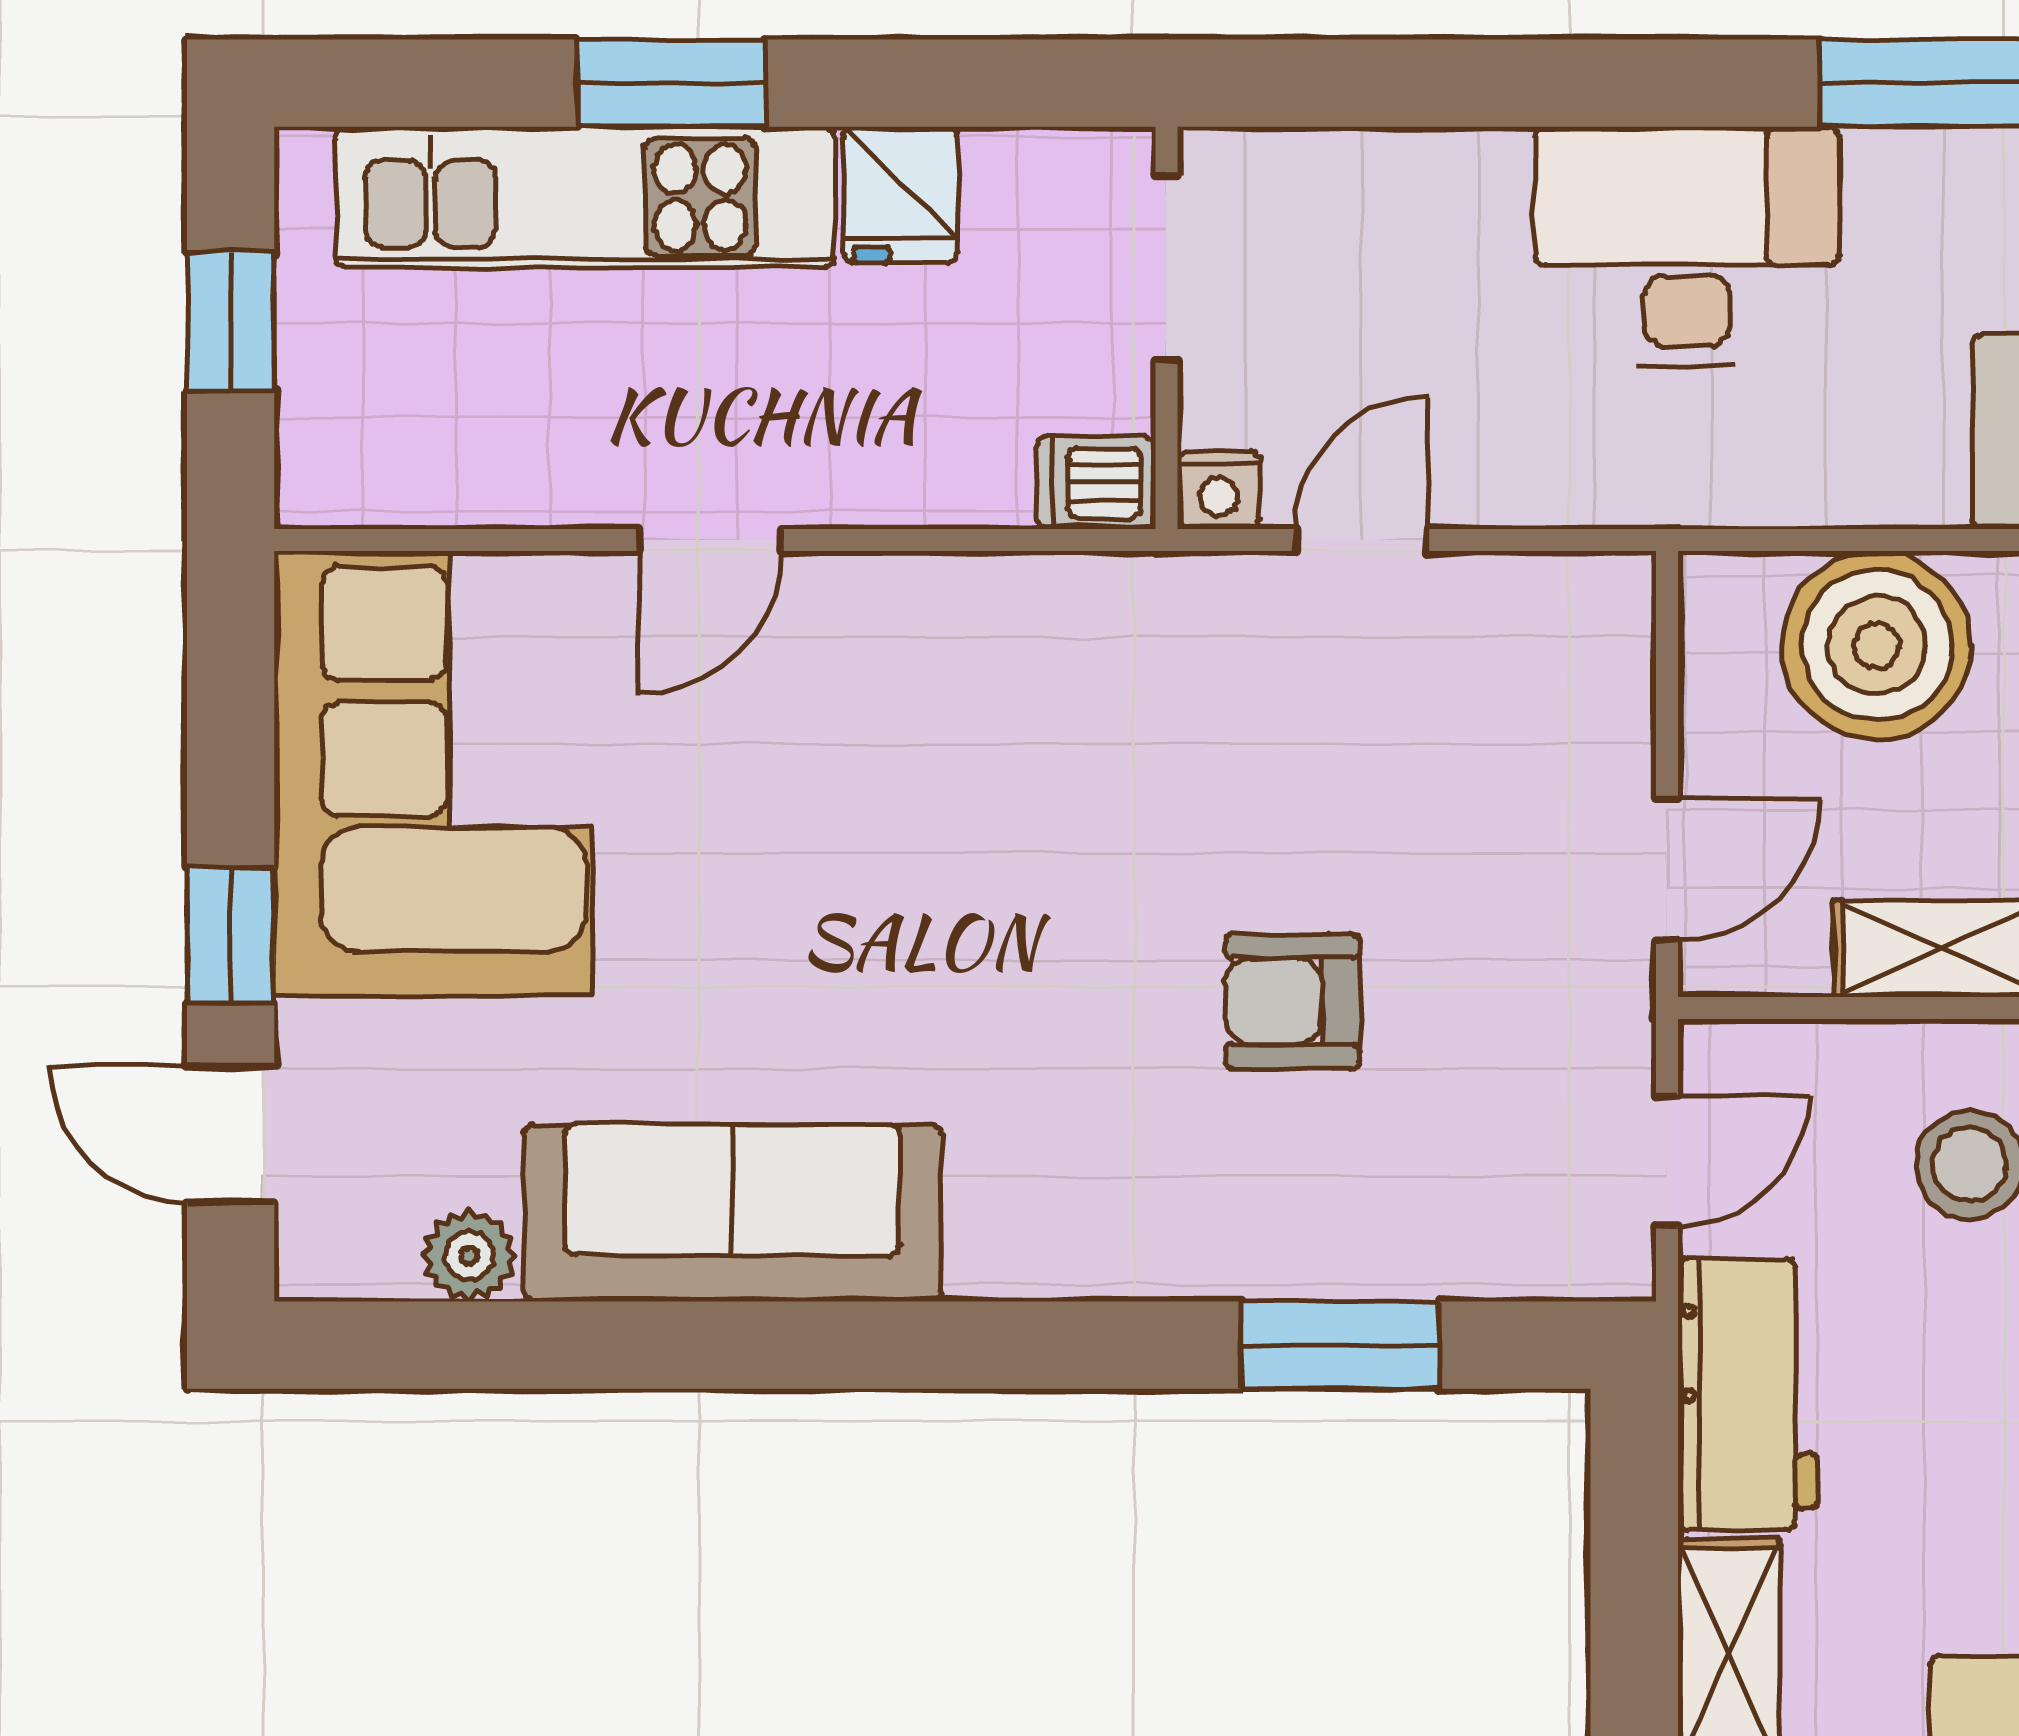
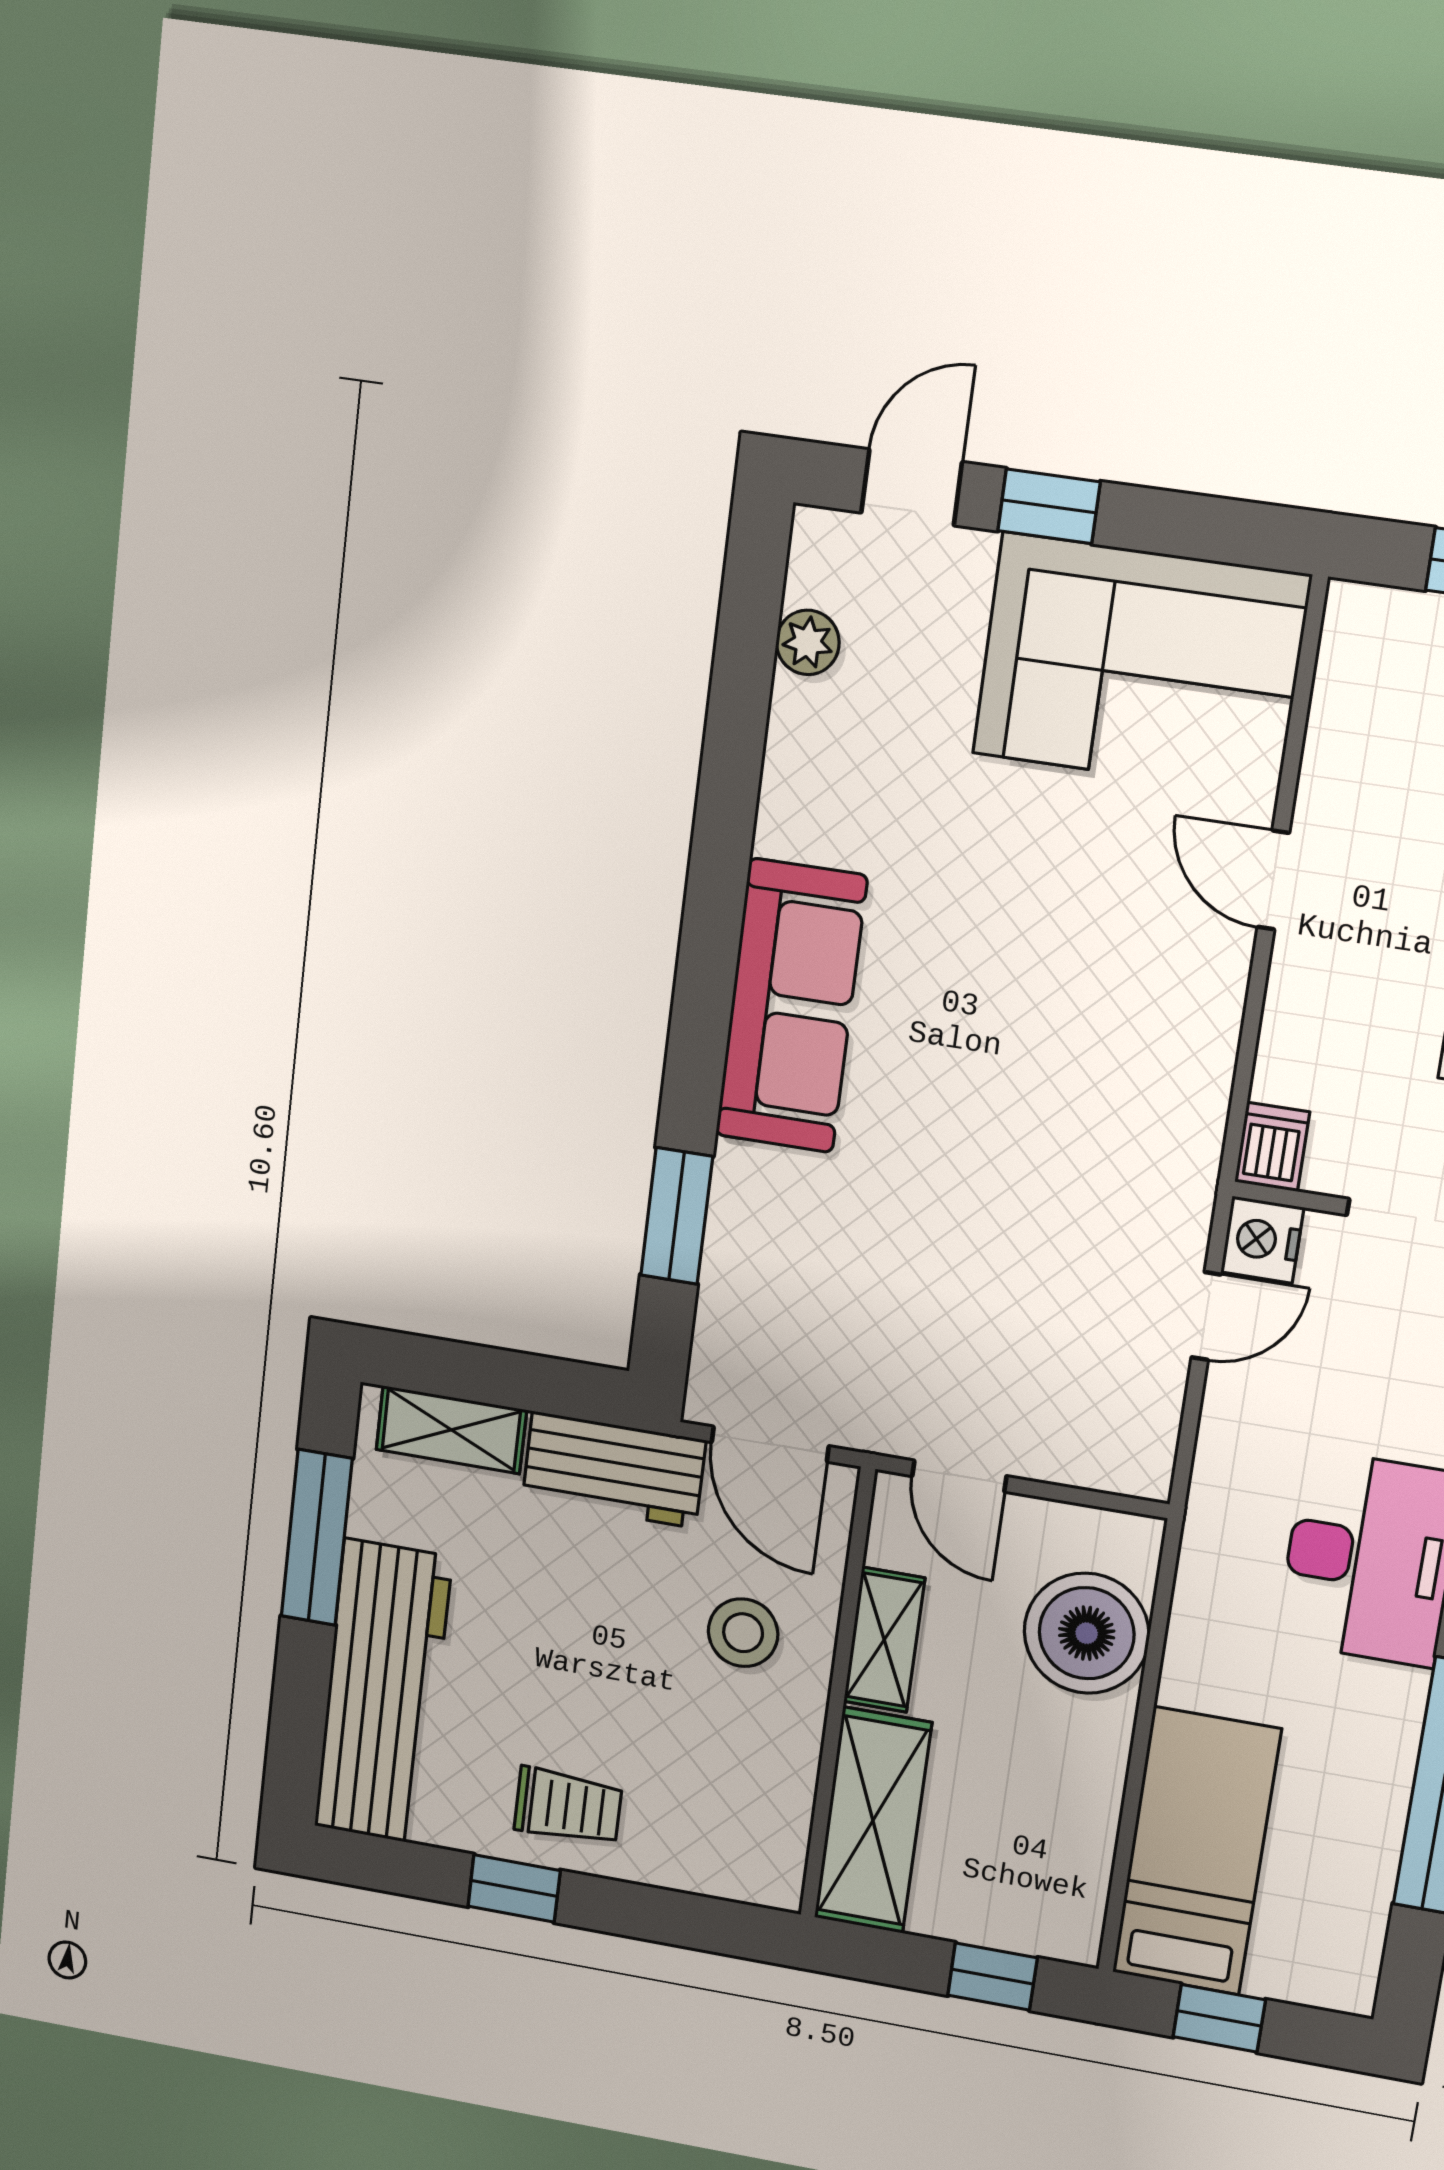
nightstand: (1219, 490) -> (1262, 1240), width x1.39, depth x1.35
door: (1362, 540) -> (1206, 1316), hinge flipped
armchair: (1292, 1001) -> (906, 1221), removed
door: (1667, 1161) -> (770, 1444), width x1.38
sofa: (732, 1213) -> (791, 1006), moved

